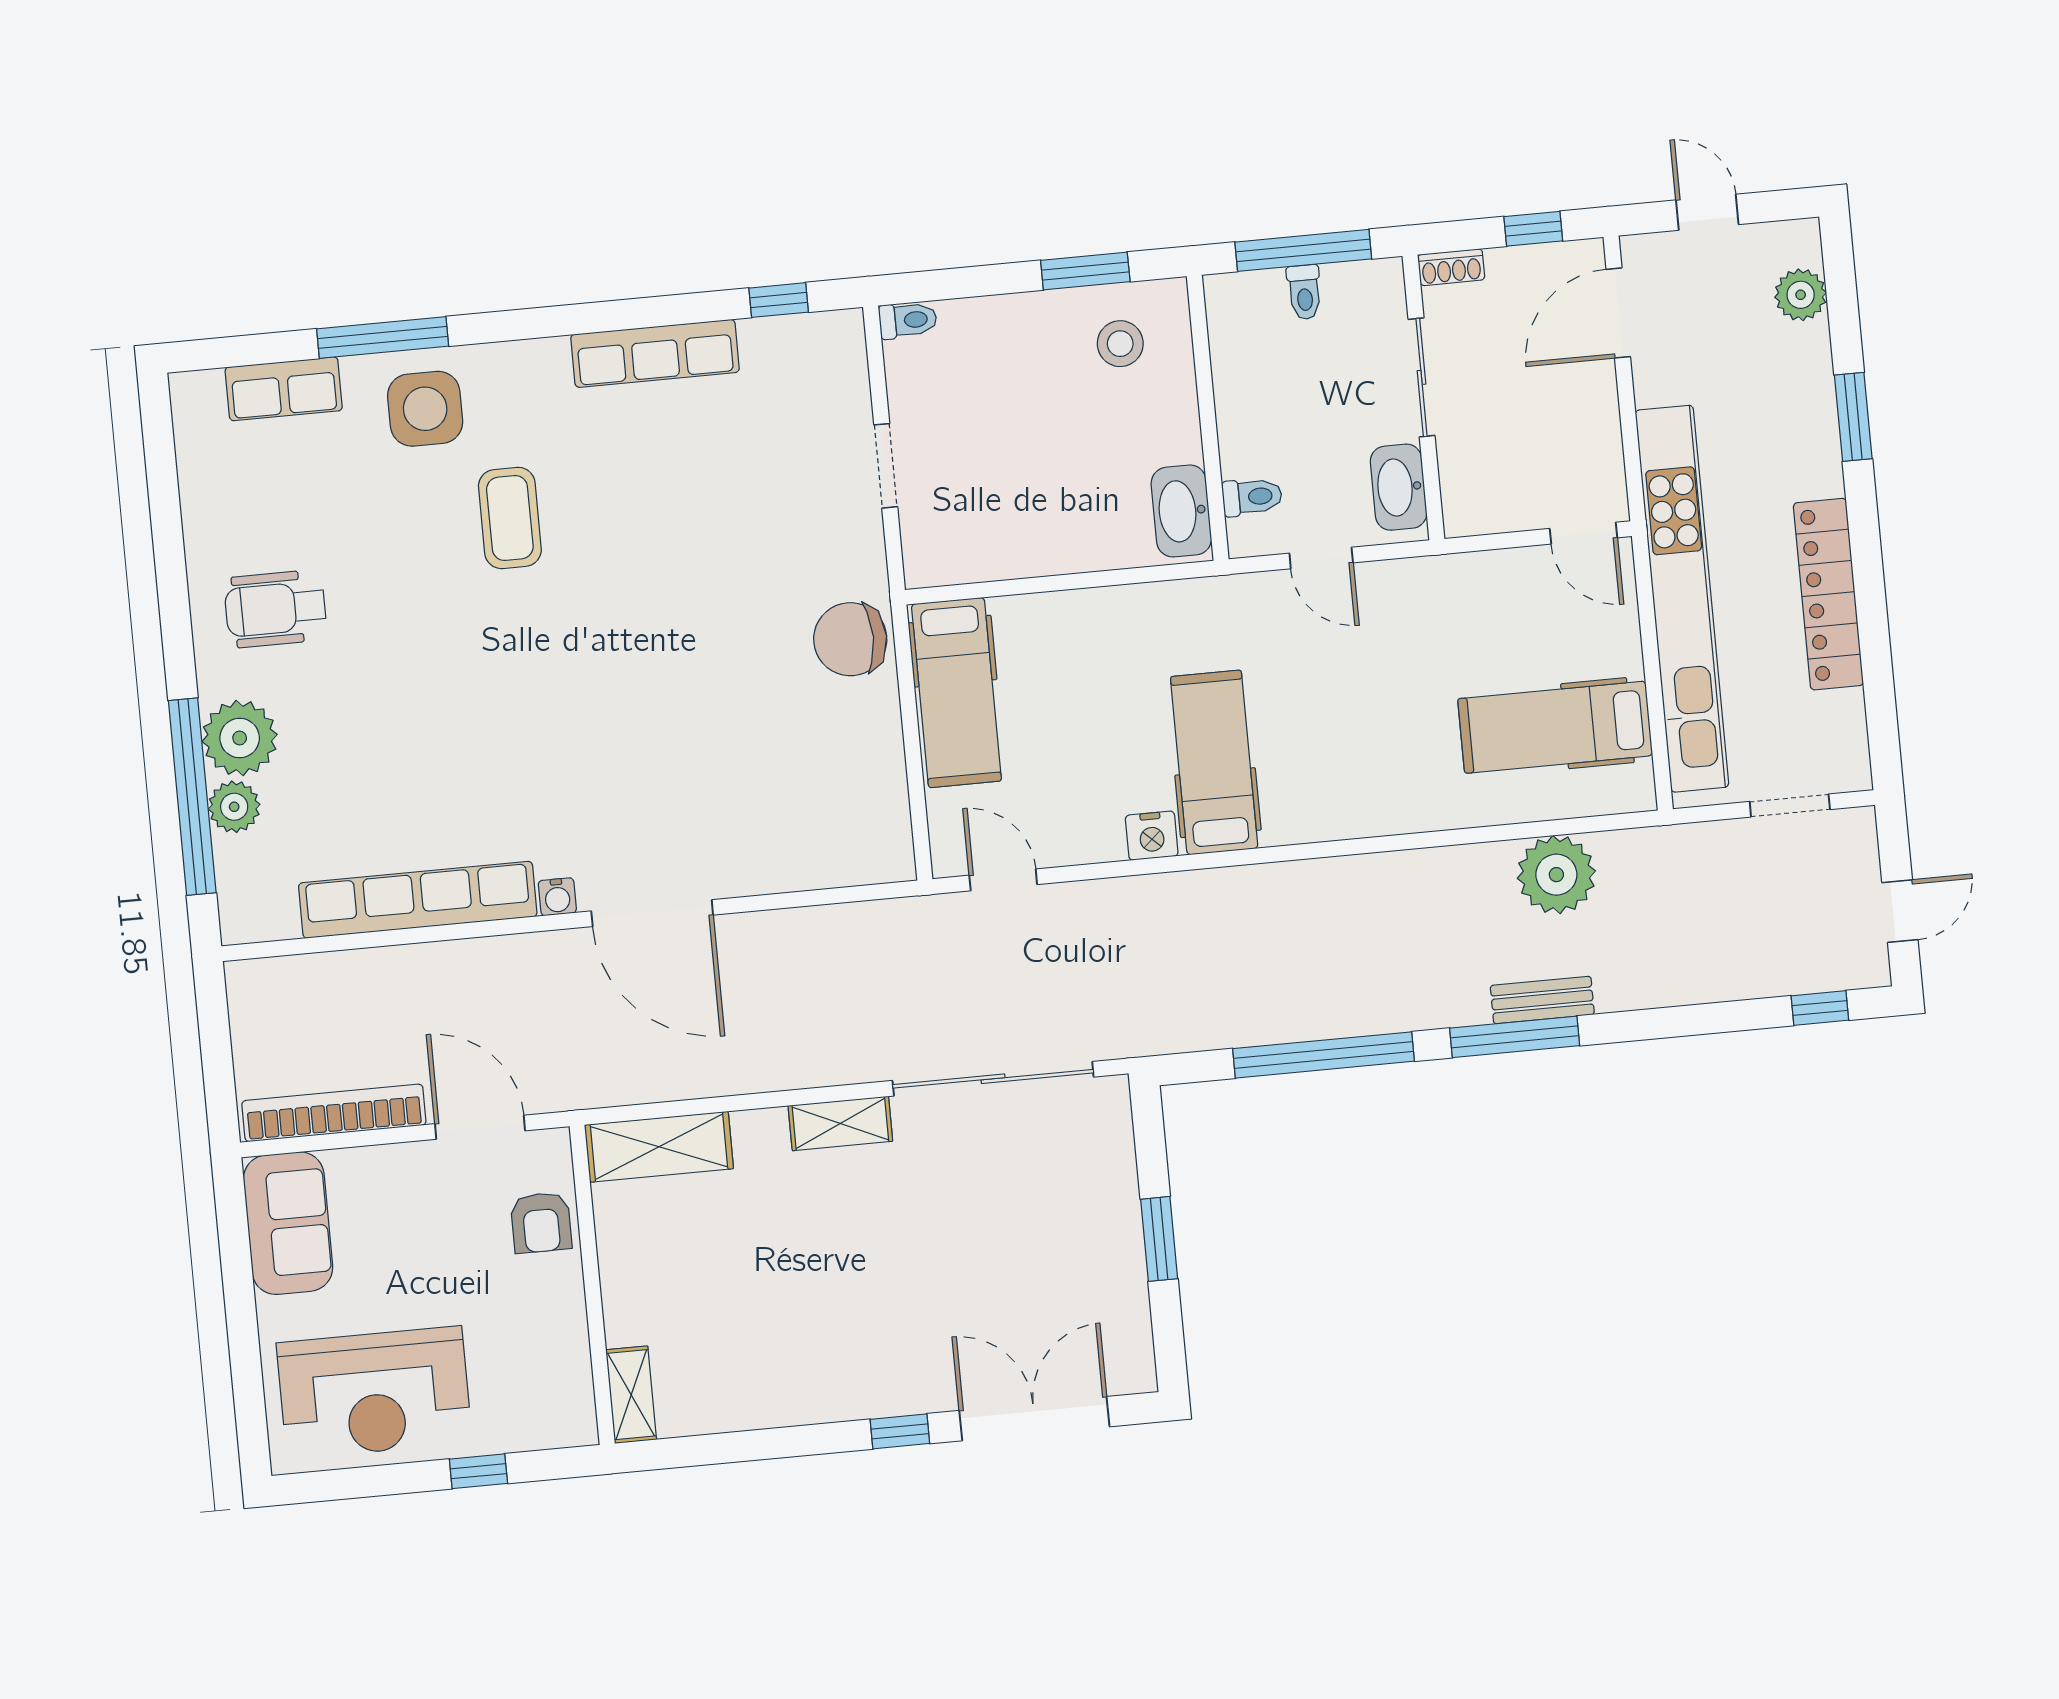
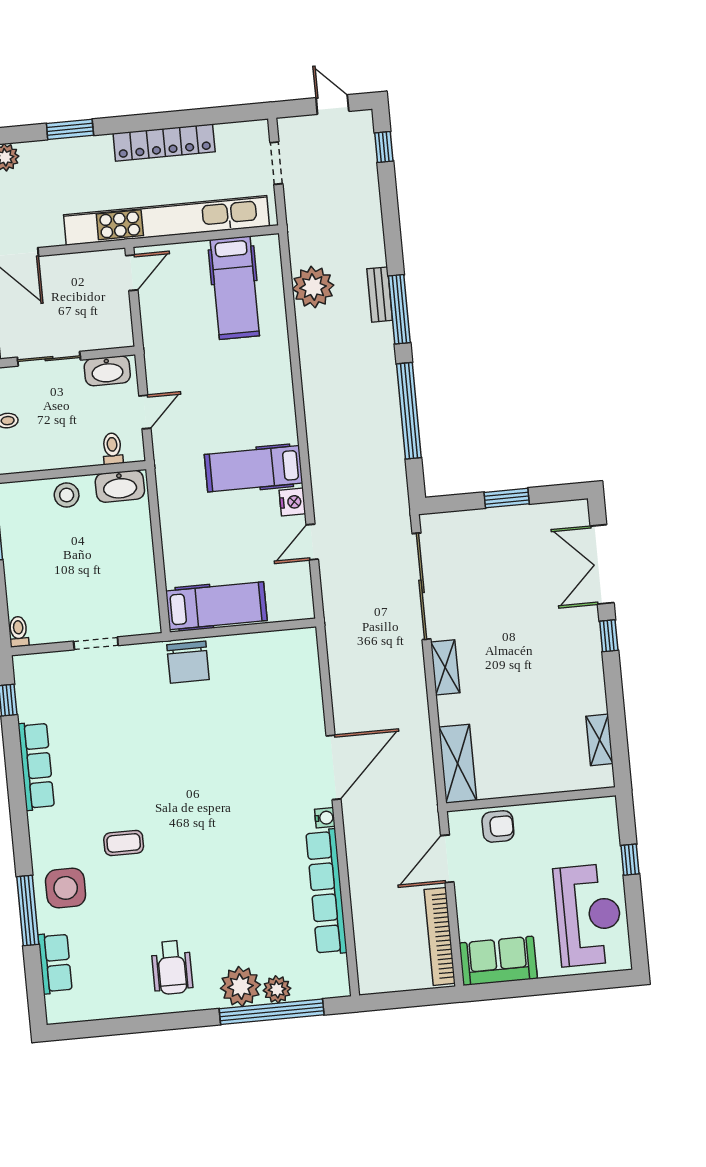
stool: (1120, 344) -> (67, 495), moved
coffee table: (510, 518) -> (124, 843), width x0.73, depth x0.77
door: (1003, 880) -> (312, 542), moved
shelving: (631, 1395) -> (599, 740), moved, turned 90

